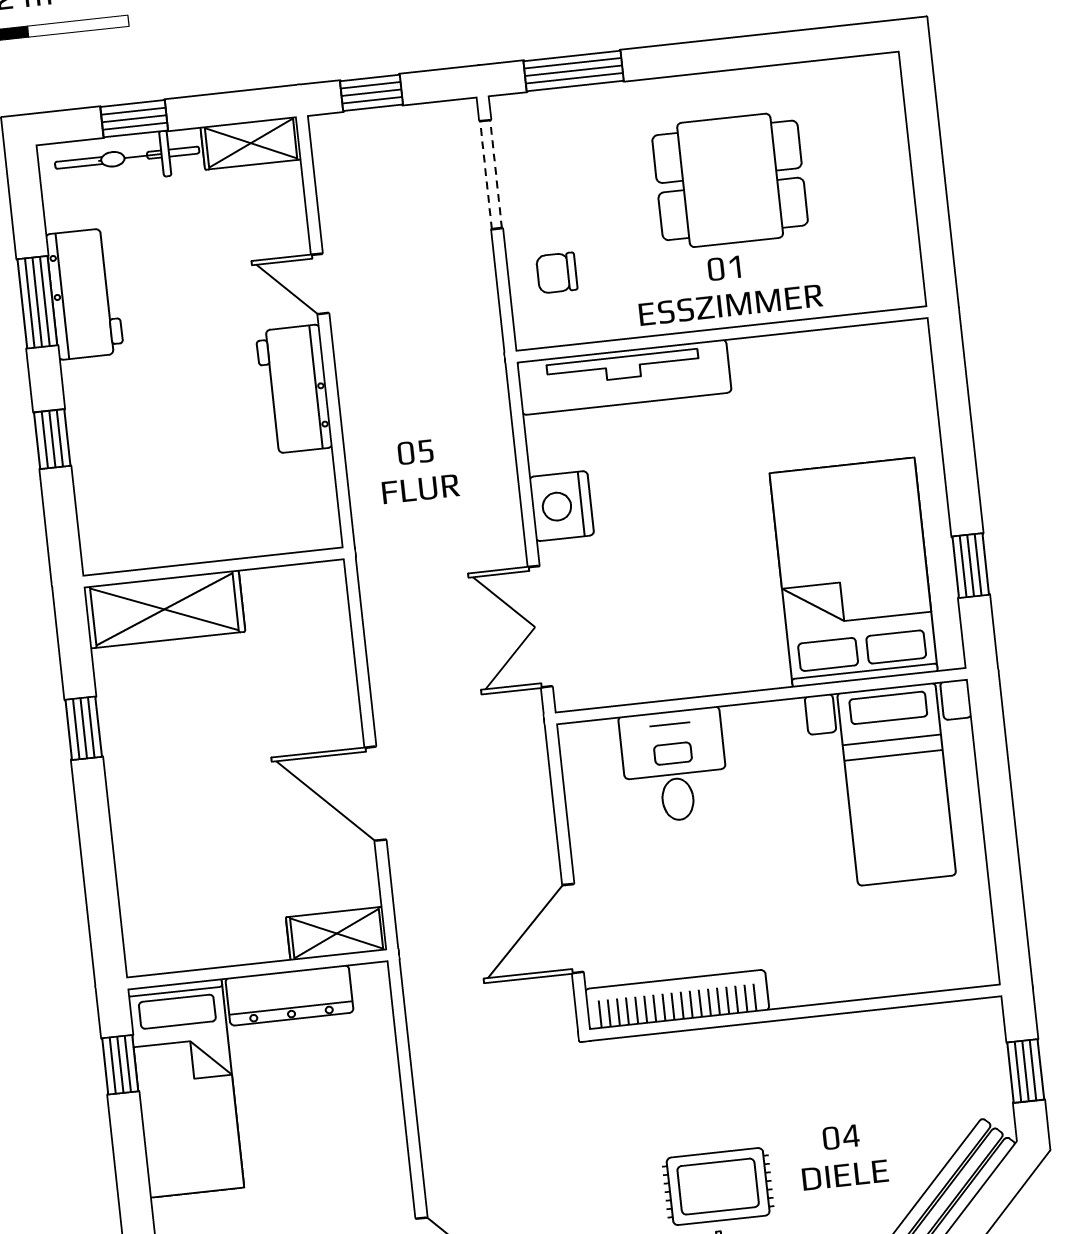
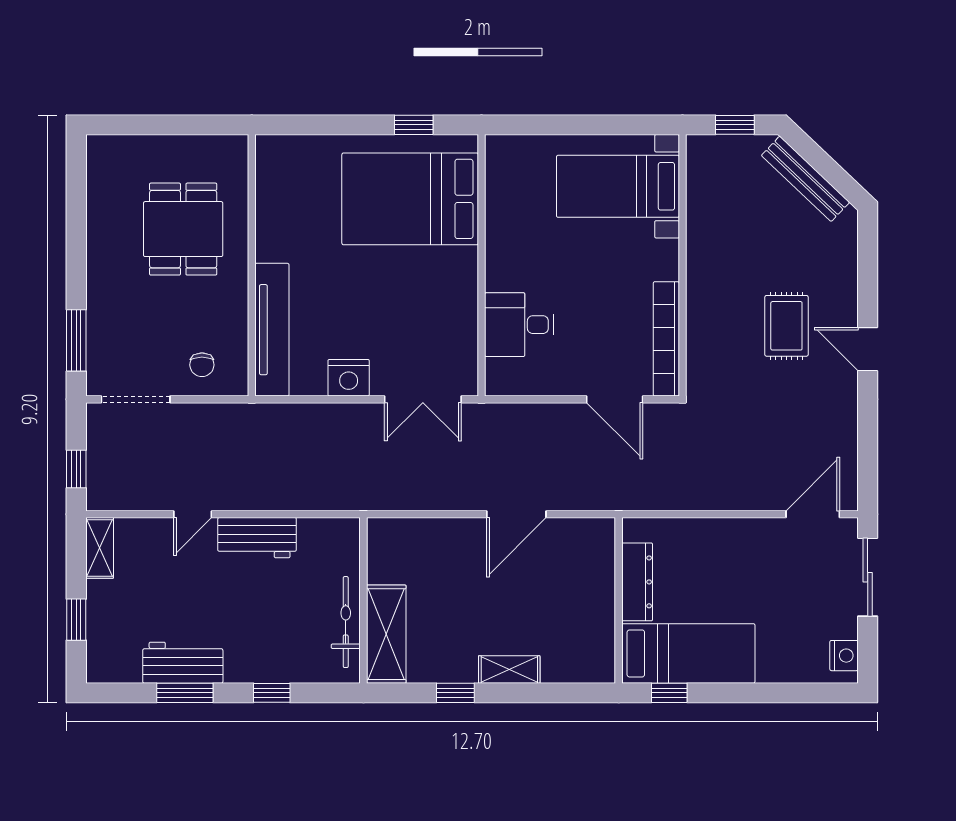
bicycle: (127, 158) -> (346, 622), moved, turned 180
dining table: (730, 180) -> (183, 229), moved
bed with nightstands: (897, 784) -> (618, 186), moved, turned 180
shelving: (337, 934) -> (509, 670), moved, turned 90

